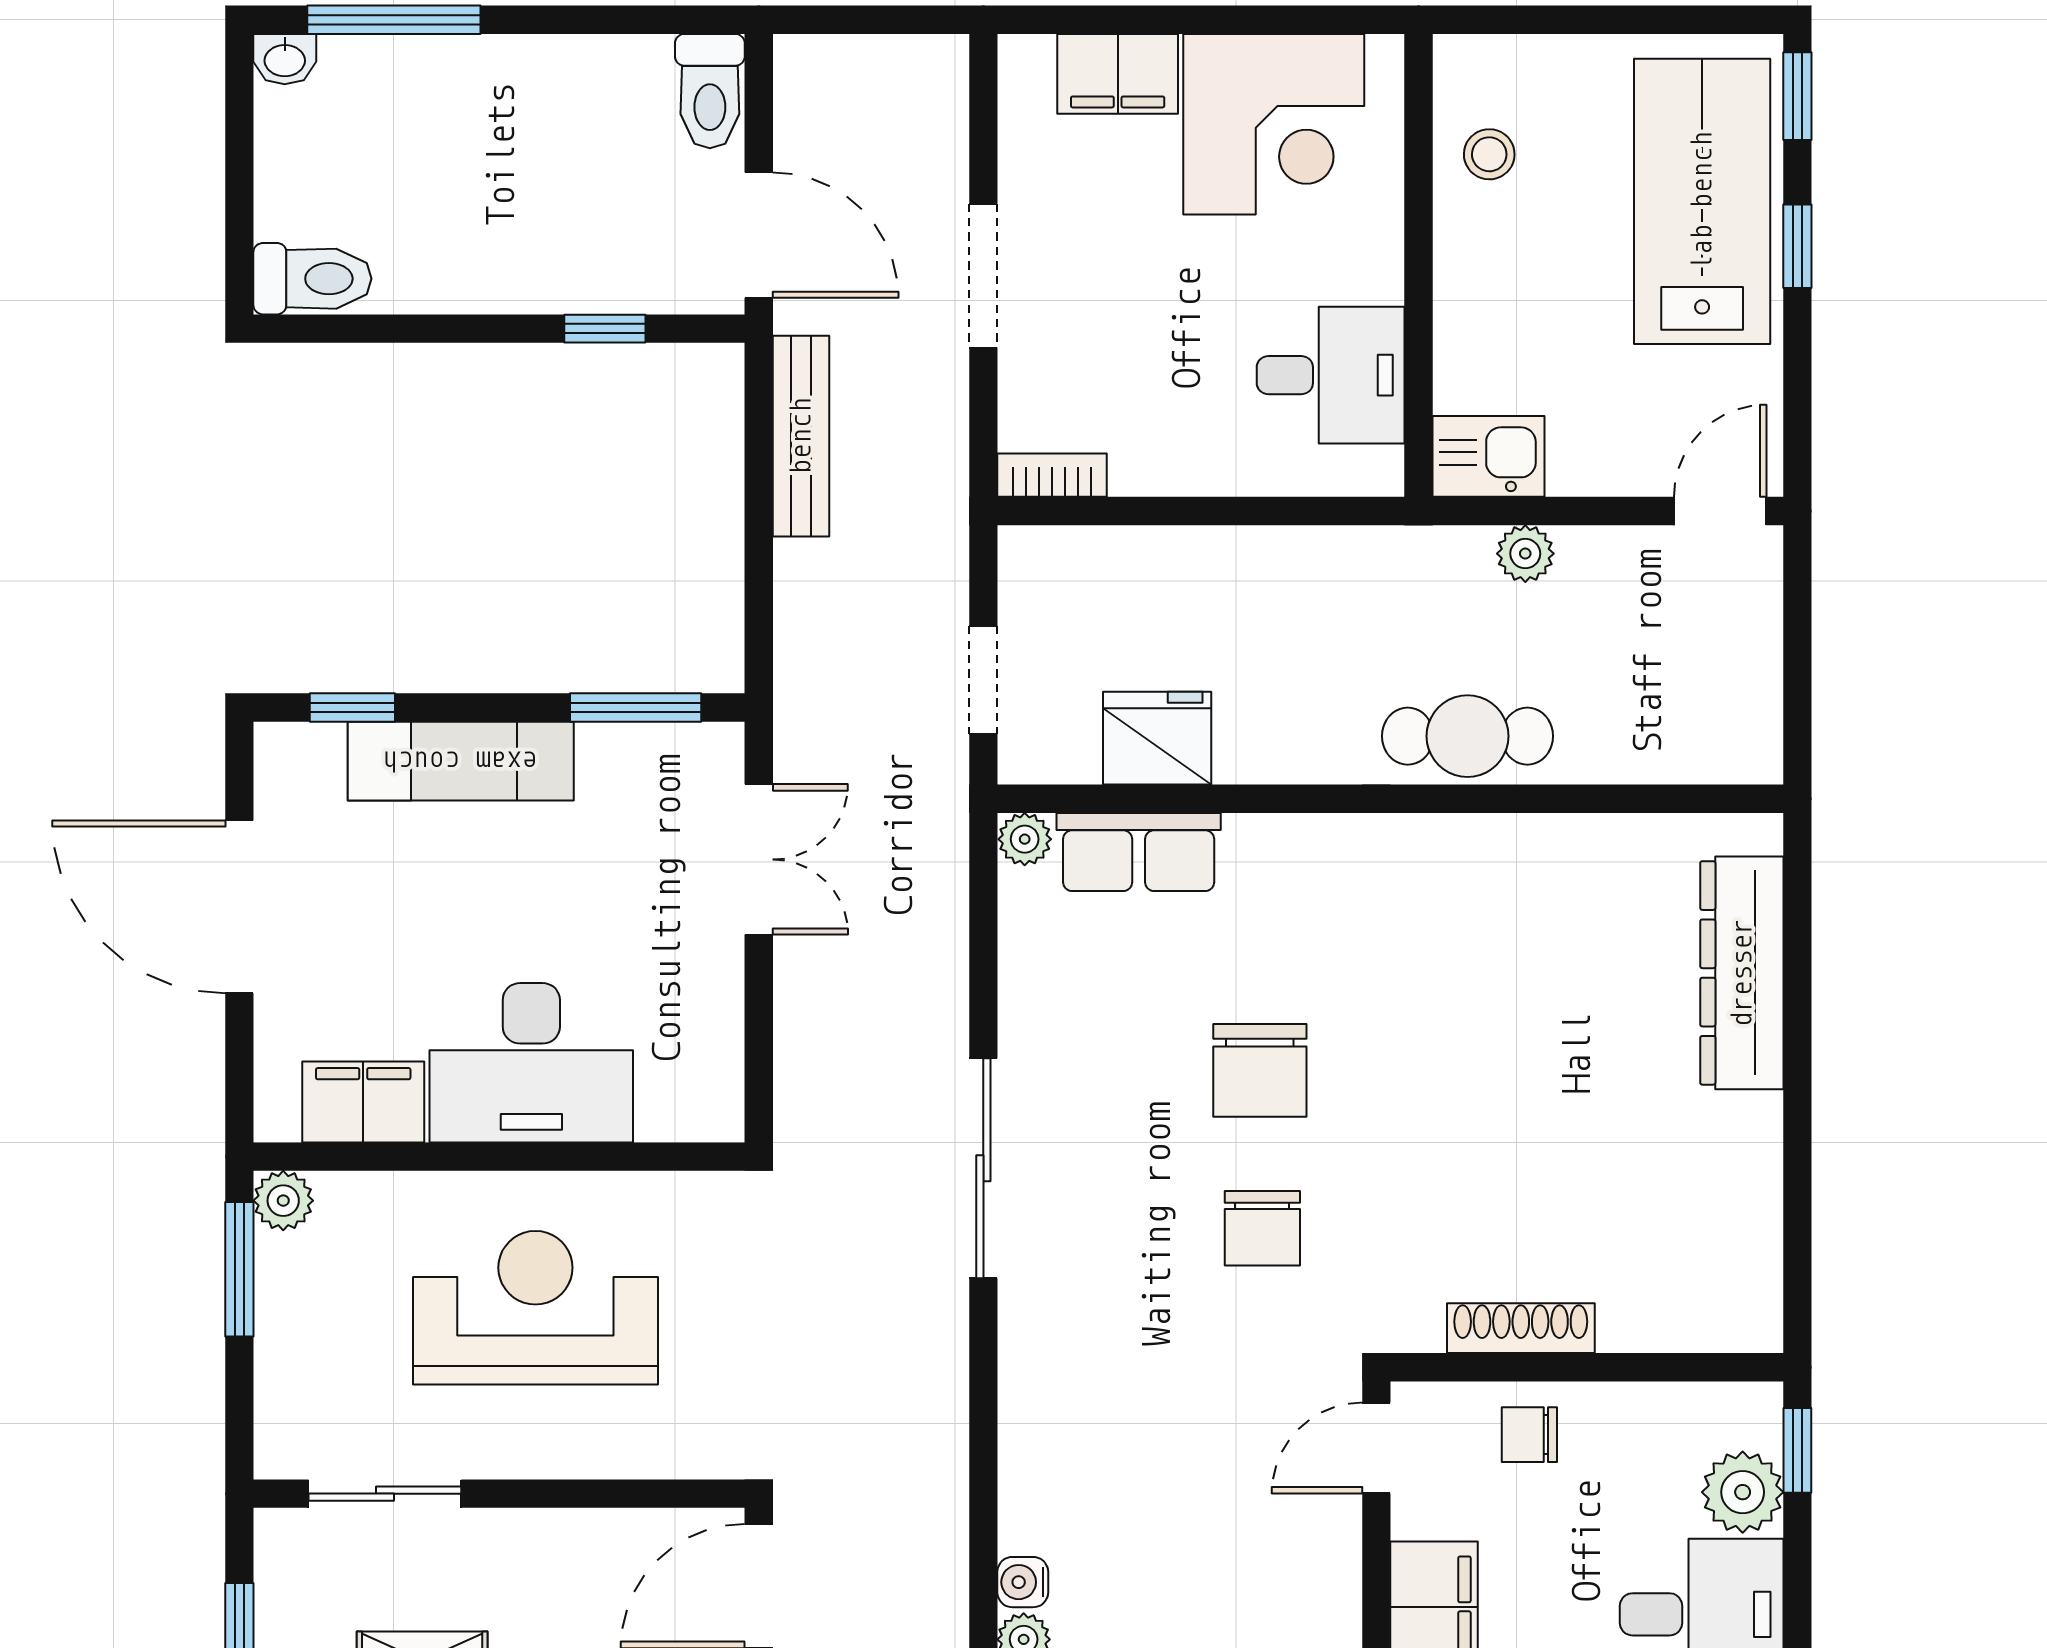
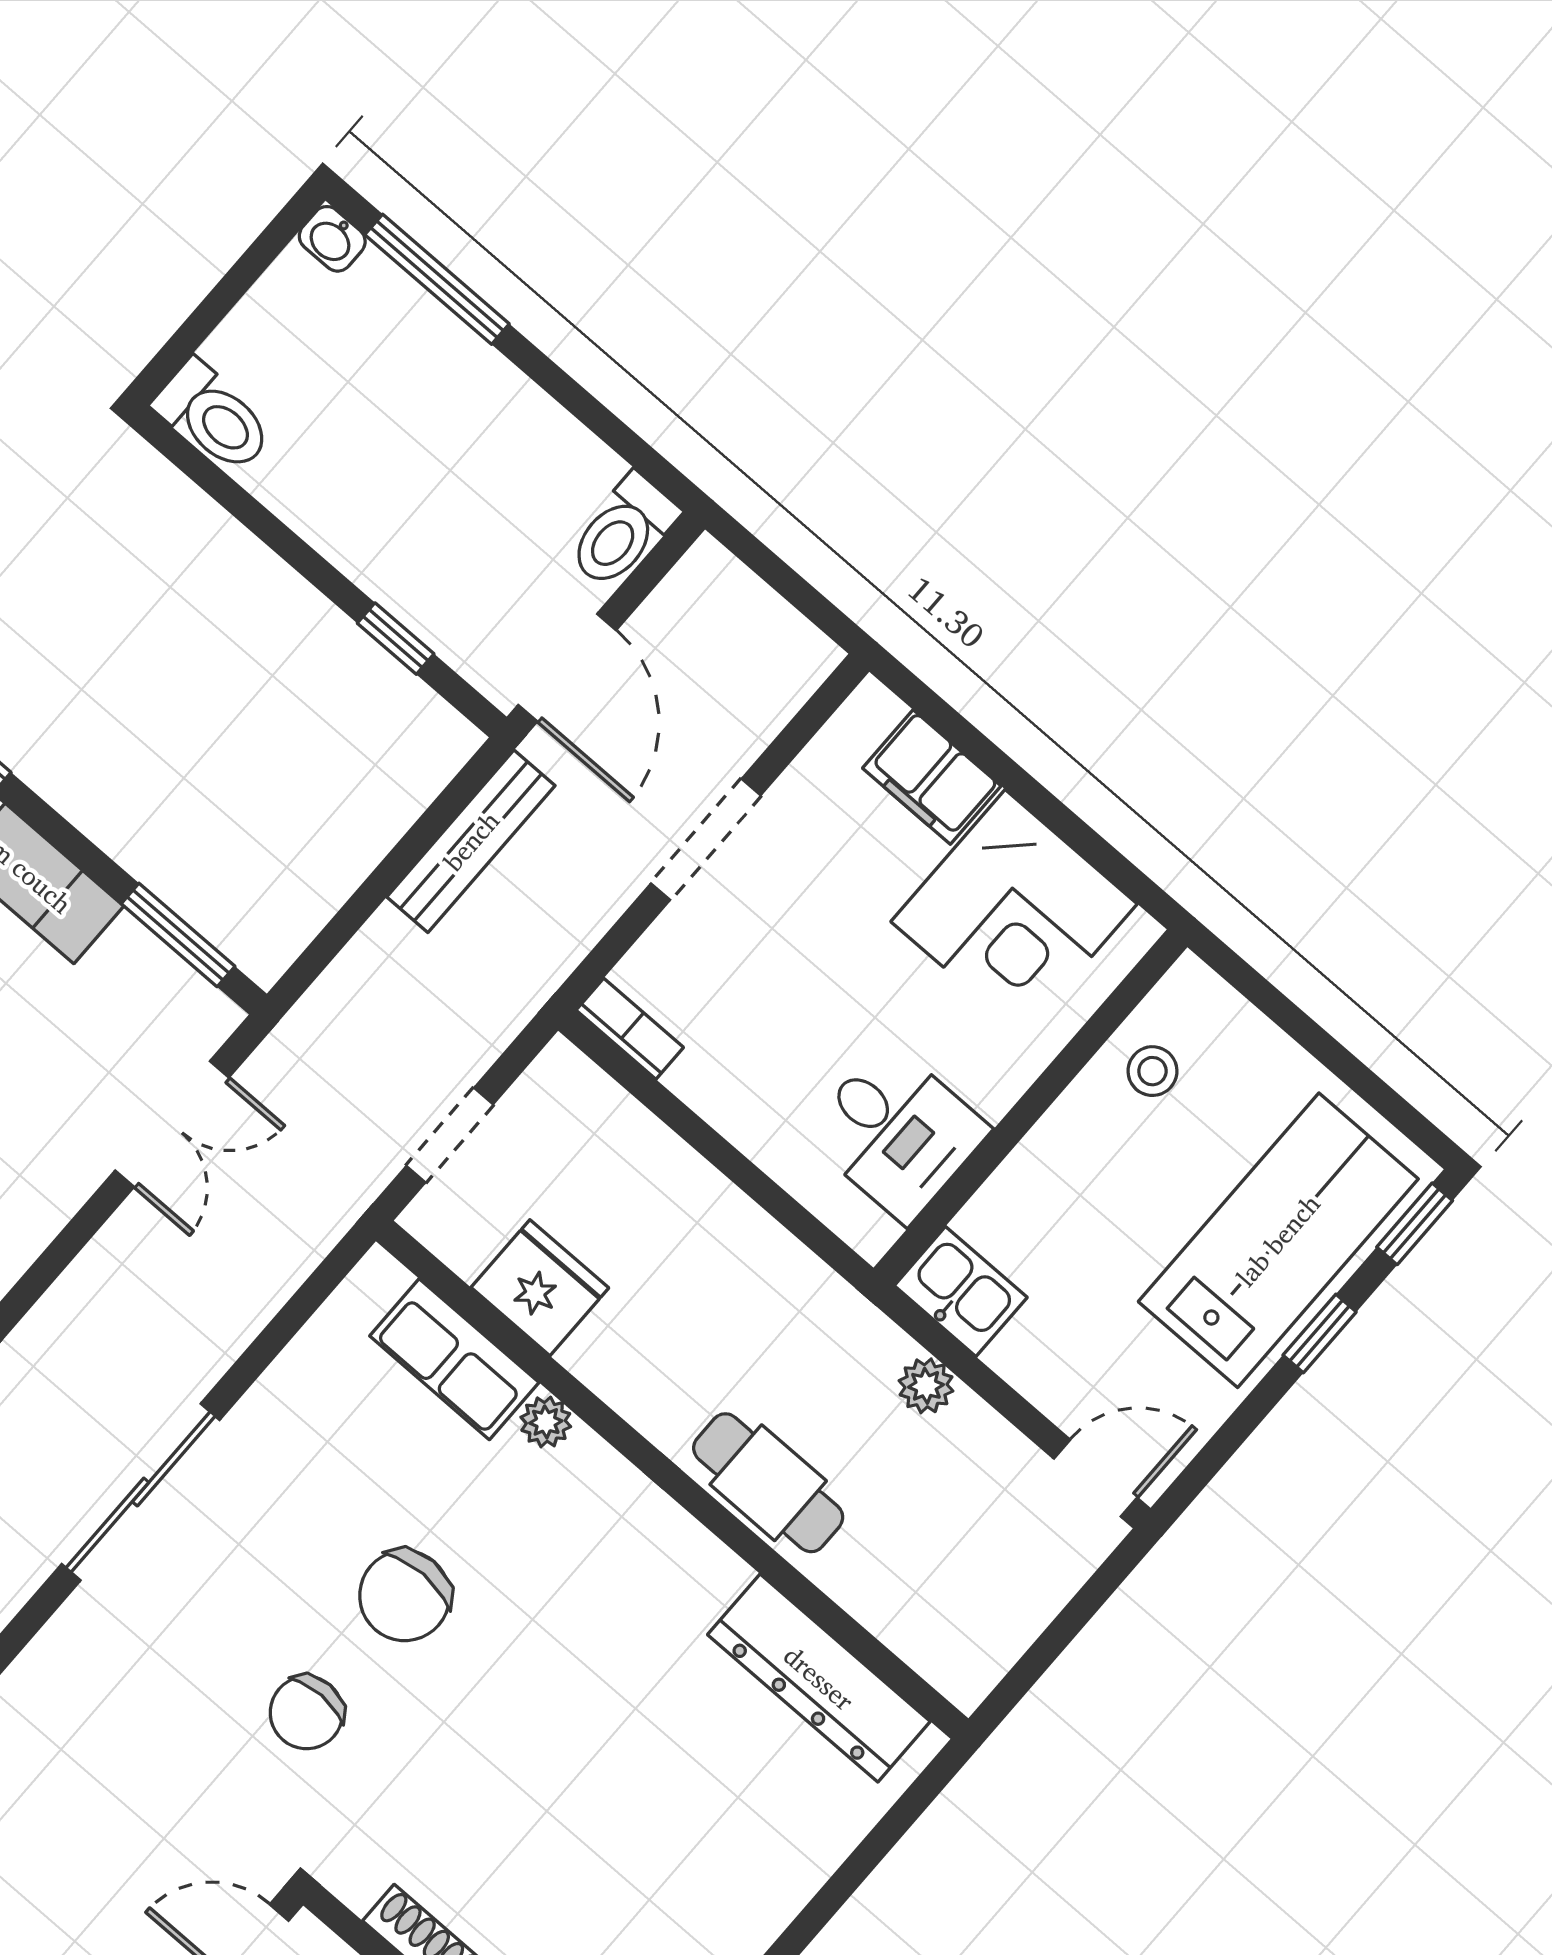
plant: (1025, 839) -> (546, 1422), moved
dresser: (1742, 973) -> (819, 1678), moved, turned -90

